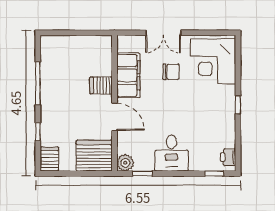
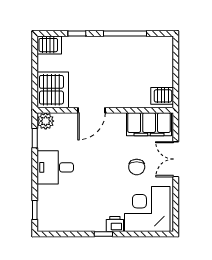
filing cabinet: (128, 75) -> (149, 124), moved
server rack: (101, 85) -> (162, 96), moved, turned -90
printer: (228, 157) -> (115, 224), moved

